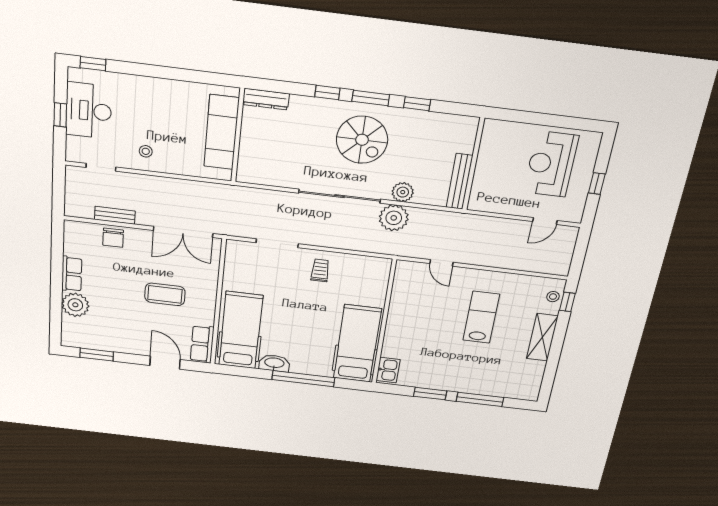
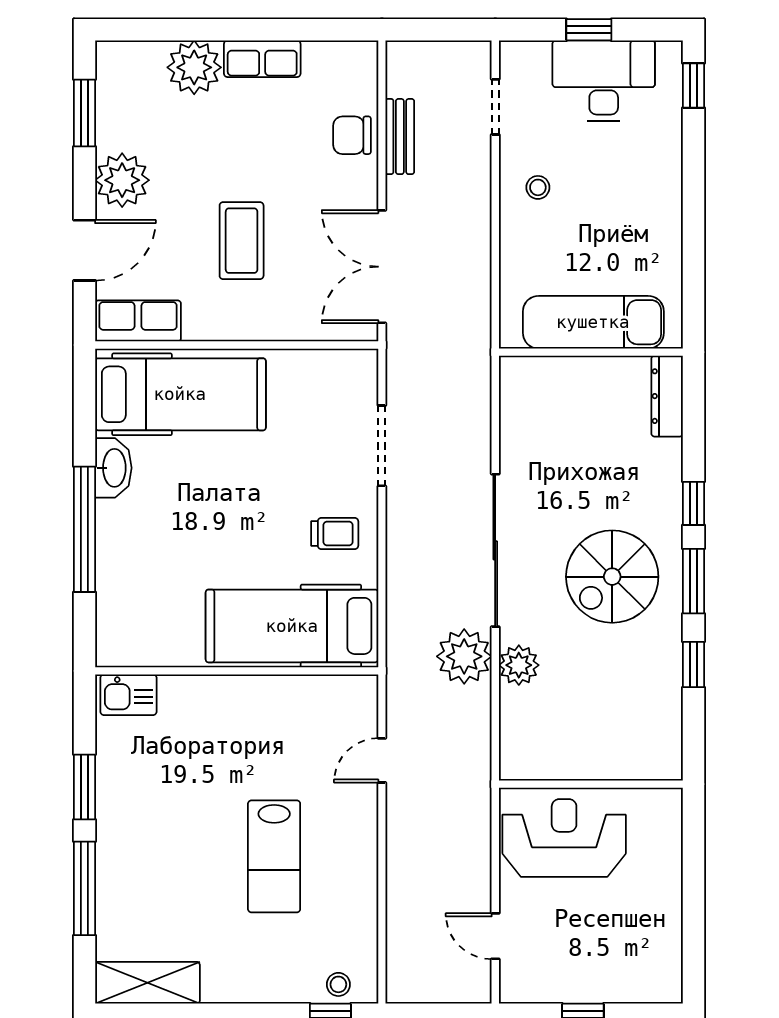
reception desk: (551, 164) -> (564, 838), moved
bench: (460, 182) -> (554, 765), removed
lab bench: (481, 317) -> (274, 856), turned 90
shelving: (542, 337) -> (147, 983), moved
plant: (131, 343) -> (122, 180), added
hospital bed: (357, 344) -> (292, 626), moved, turned 180

